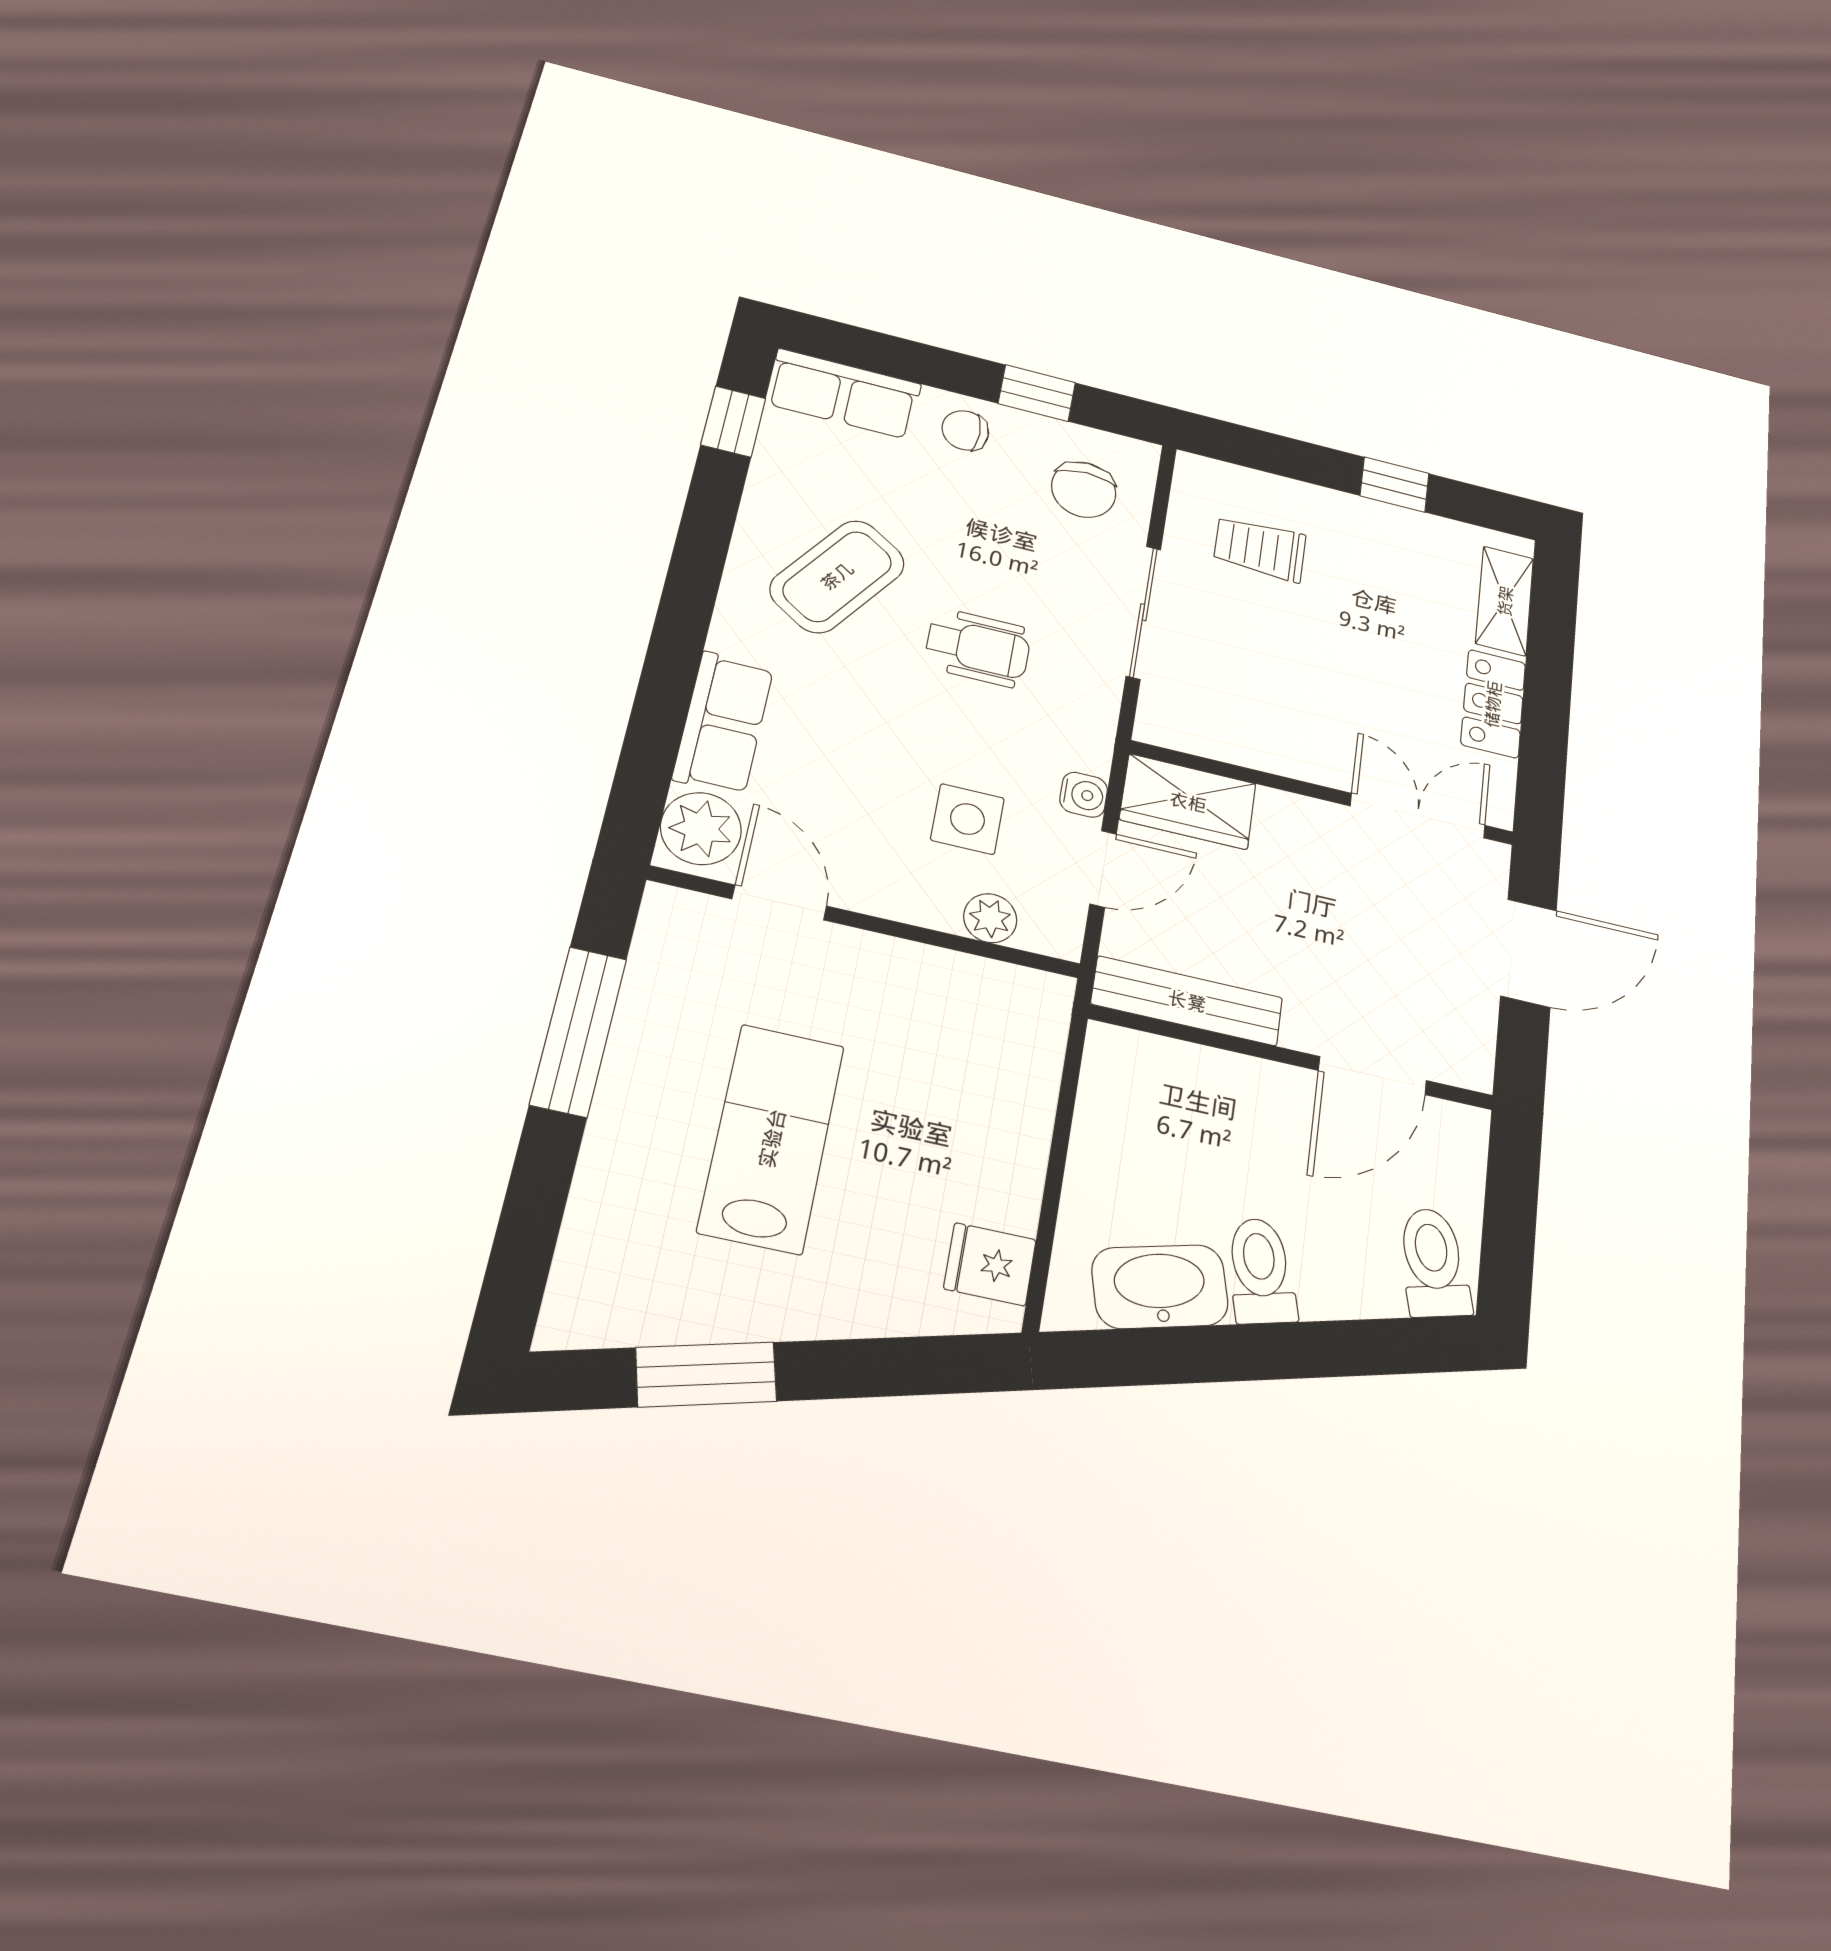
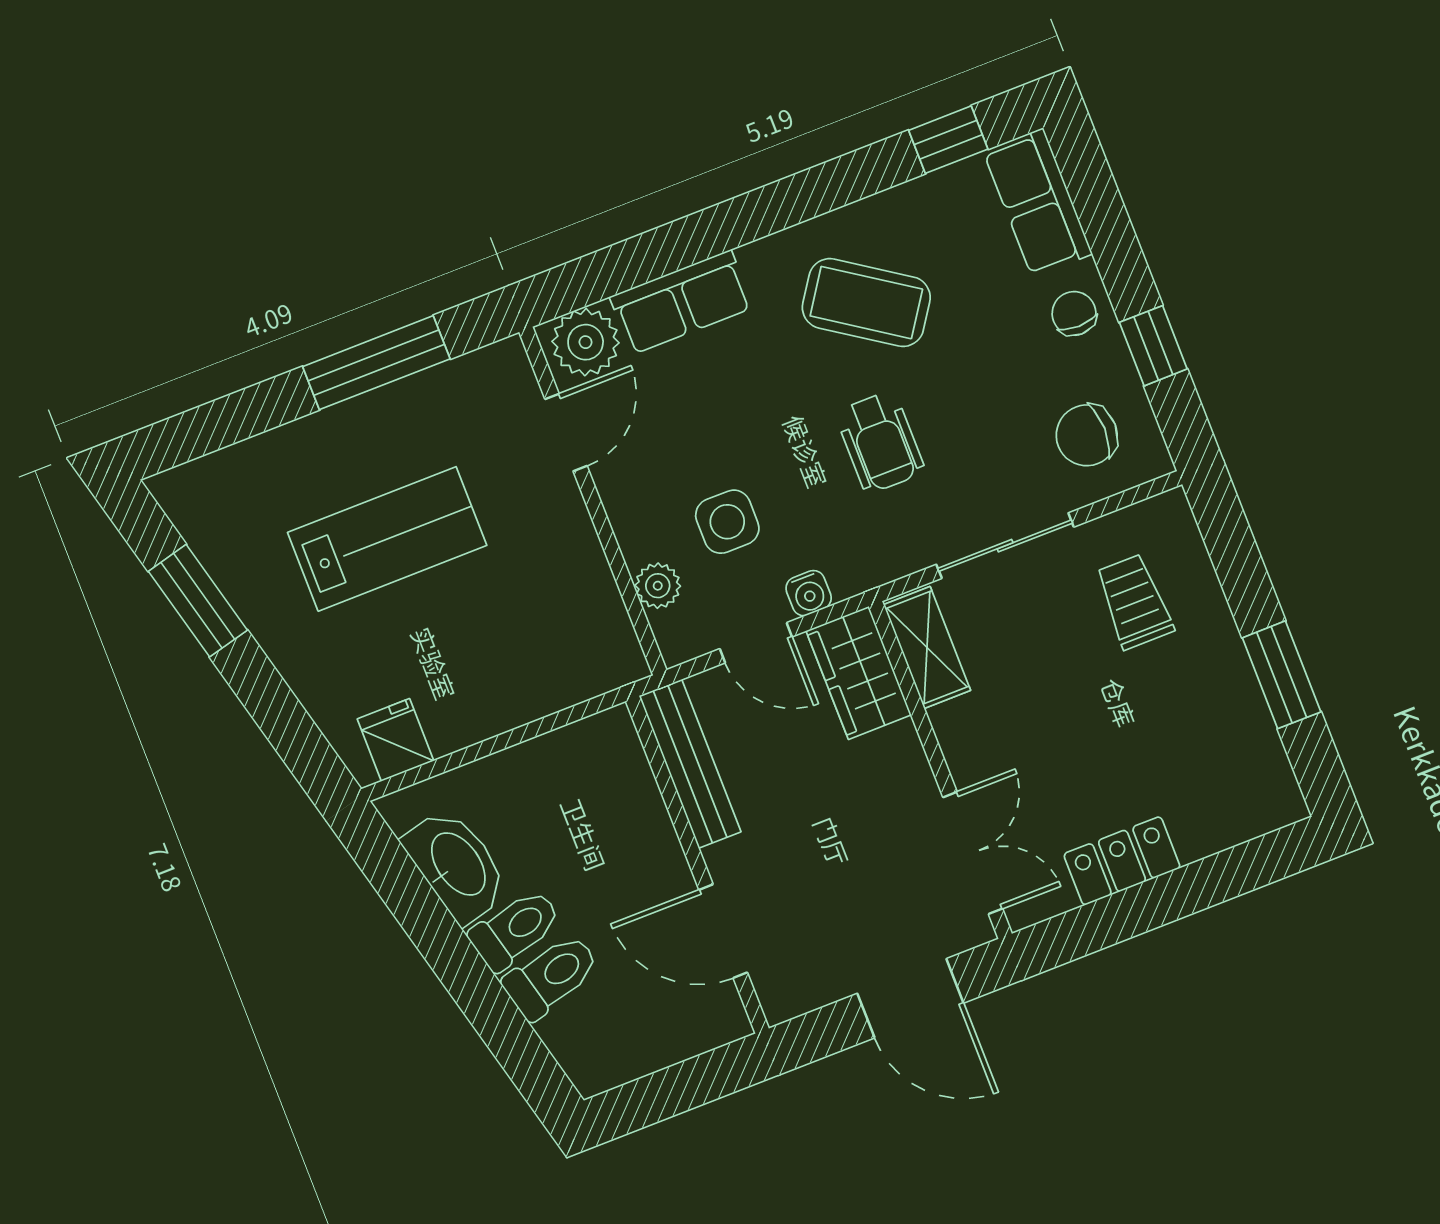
window: (1395, 485) -> (1282, 675), width x1.50
shelving: (1505, 601) -> (927, 648), moved, turned 90
toilet: (1434, 1263) -> (551, 976), moved

